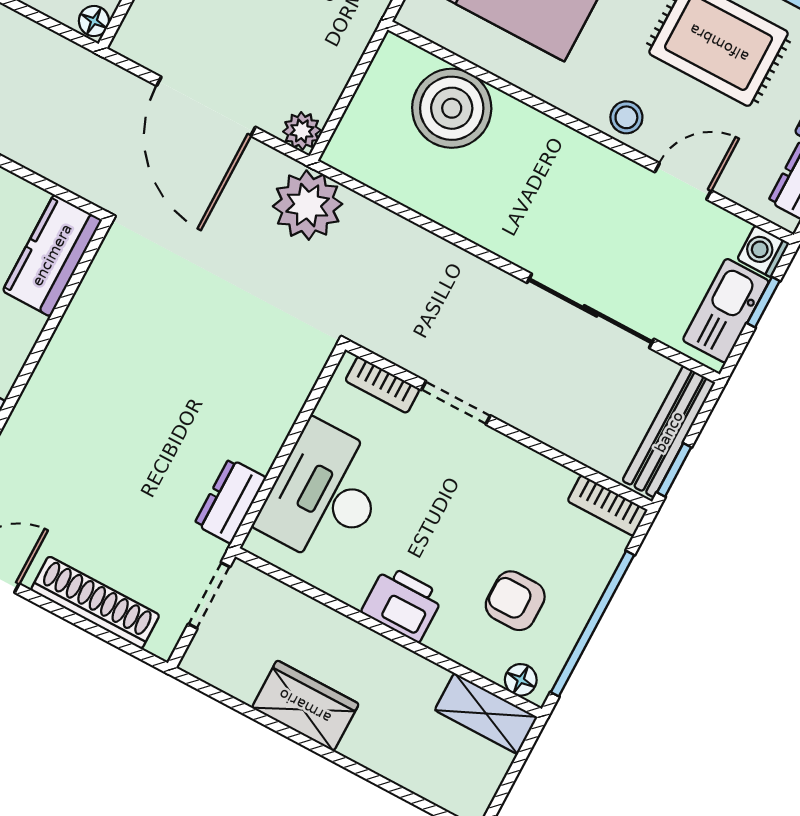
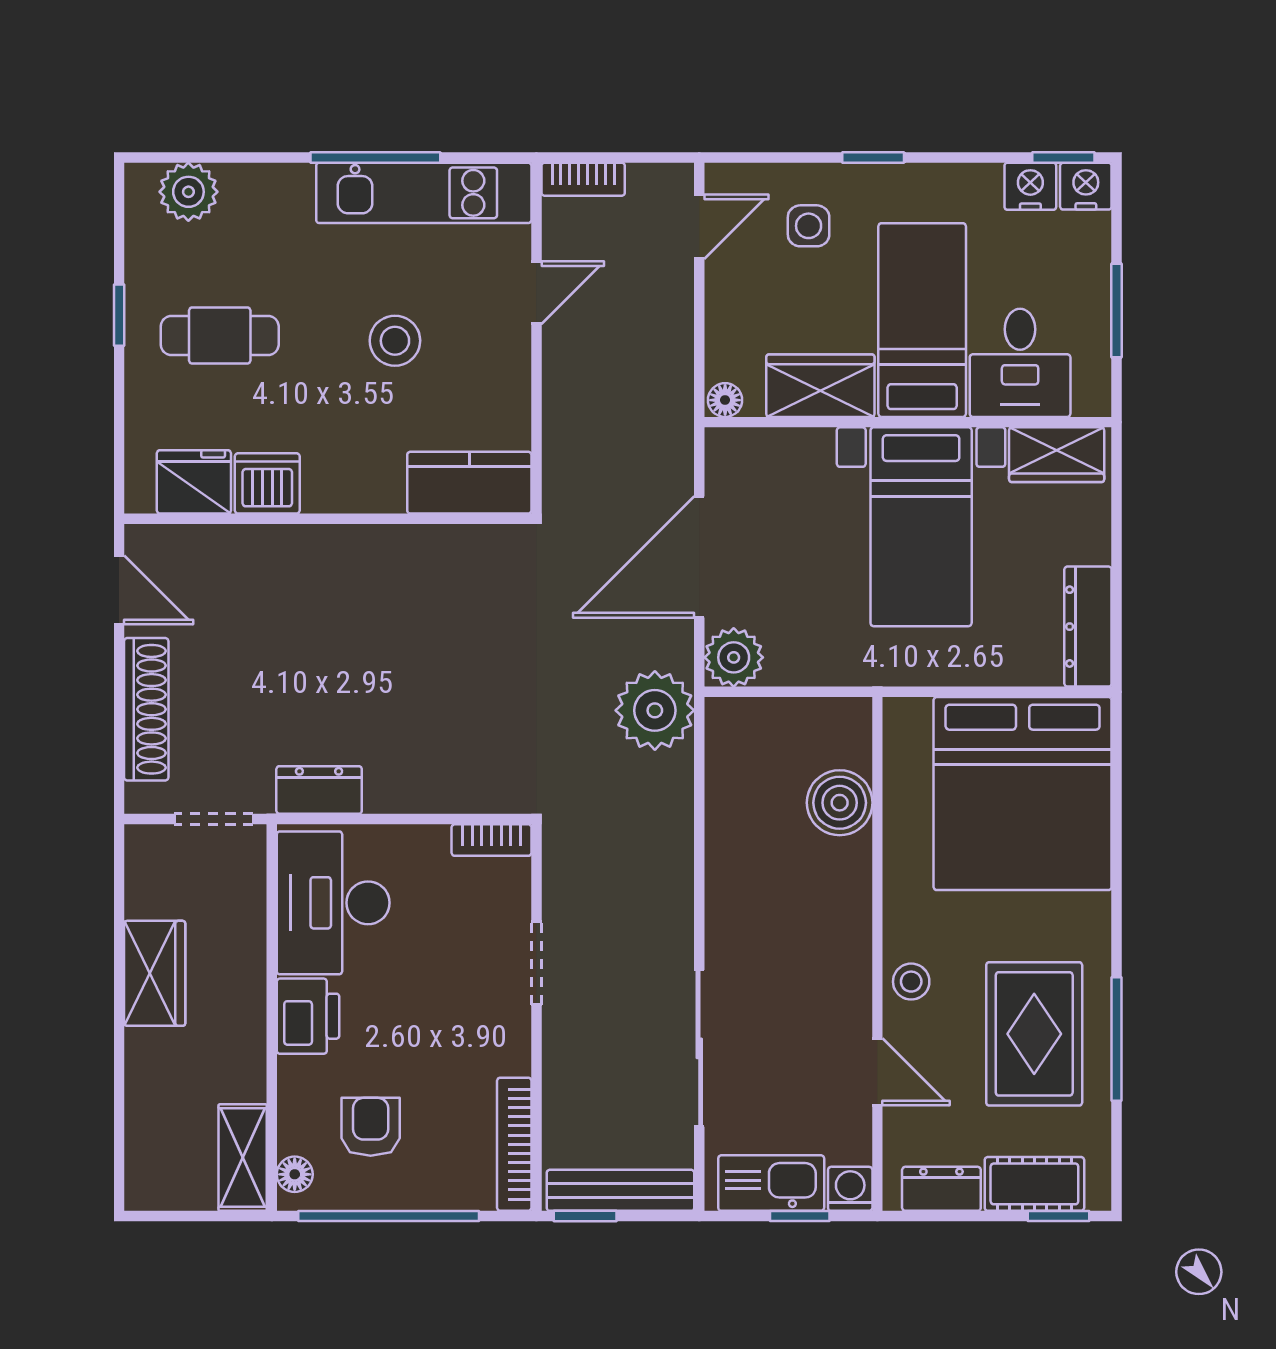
boiler: (452, 108) -> (840, 803), width x0.73, depth x0.73
plant: (302, 131) -> (734, 657), width x1.38, depth x1.38
bookcase: (382, 385) -> (492, 840), moved, turned -90
desk: (325, 494) -> (333, 903), moved, turned -90
bookcase: (607, 506) -> (514, 1144), width x1.56

